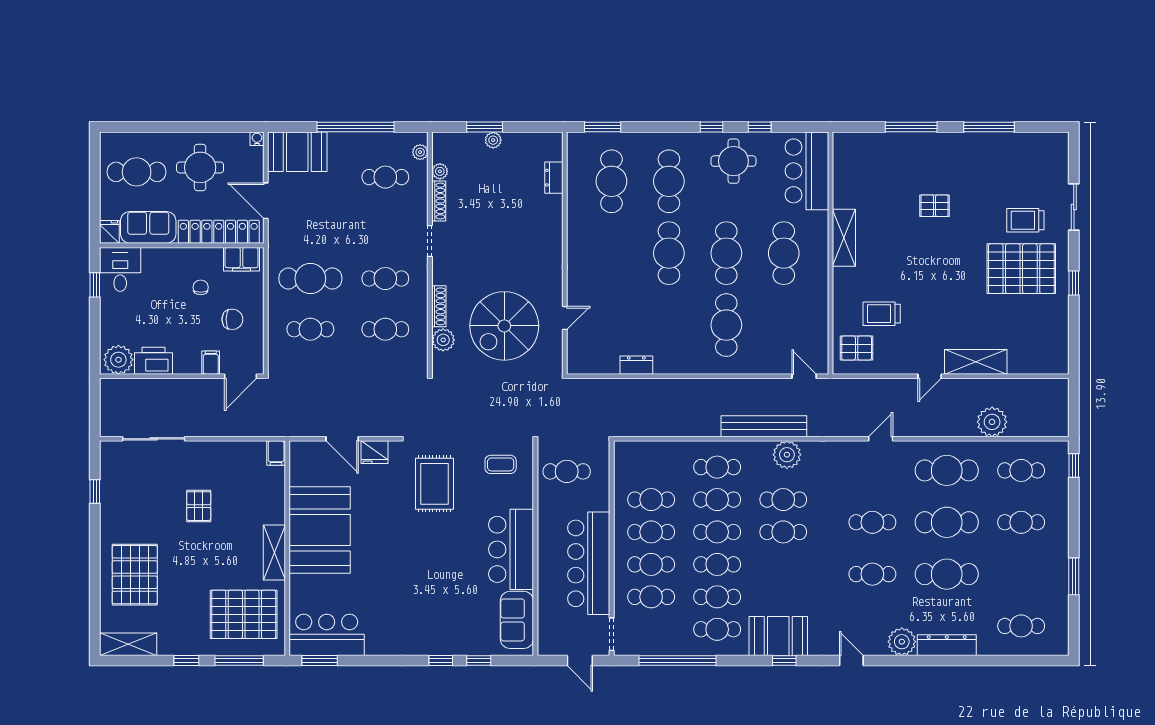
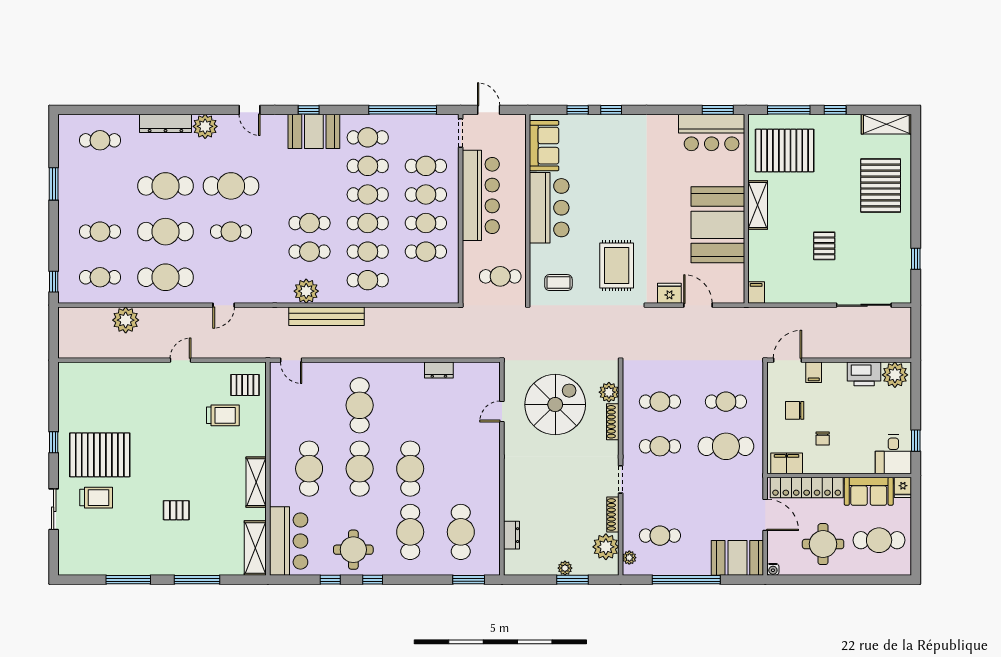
plant: (440, 171) -> (606, 547), width x1.88, depth x1.88
shelving: (976, 362) -> (255, 548), moved, turned 90
cafe table: (872, 574) -> (231, 186), width x1.37, depth x1.35

